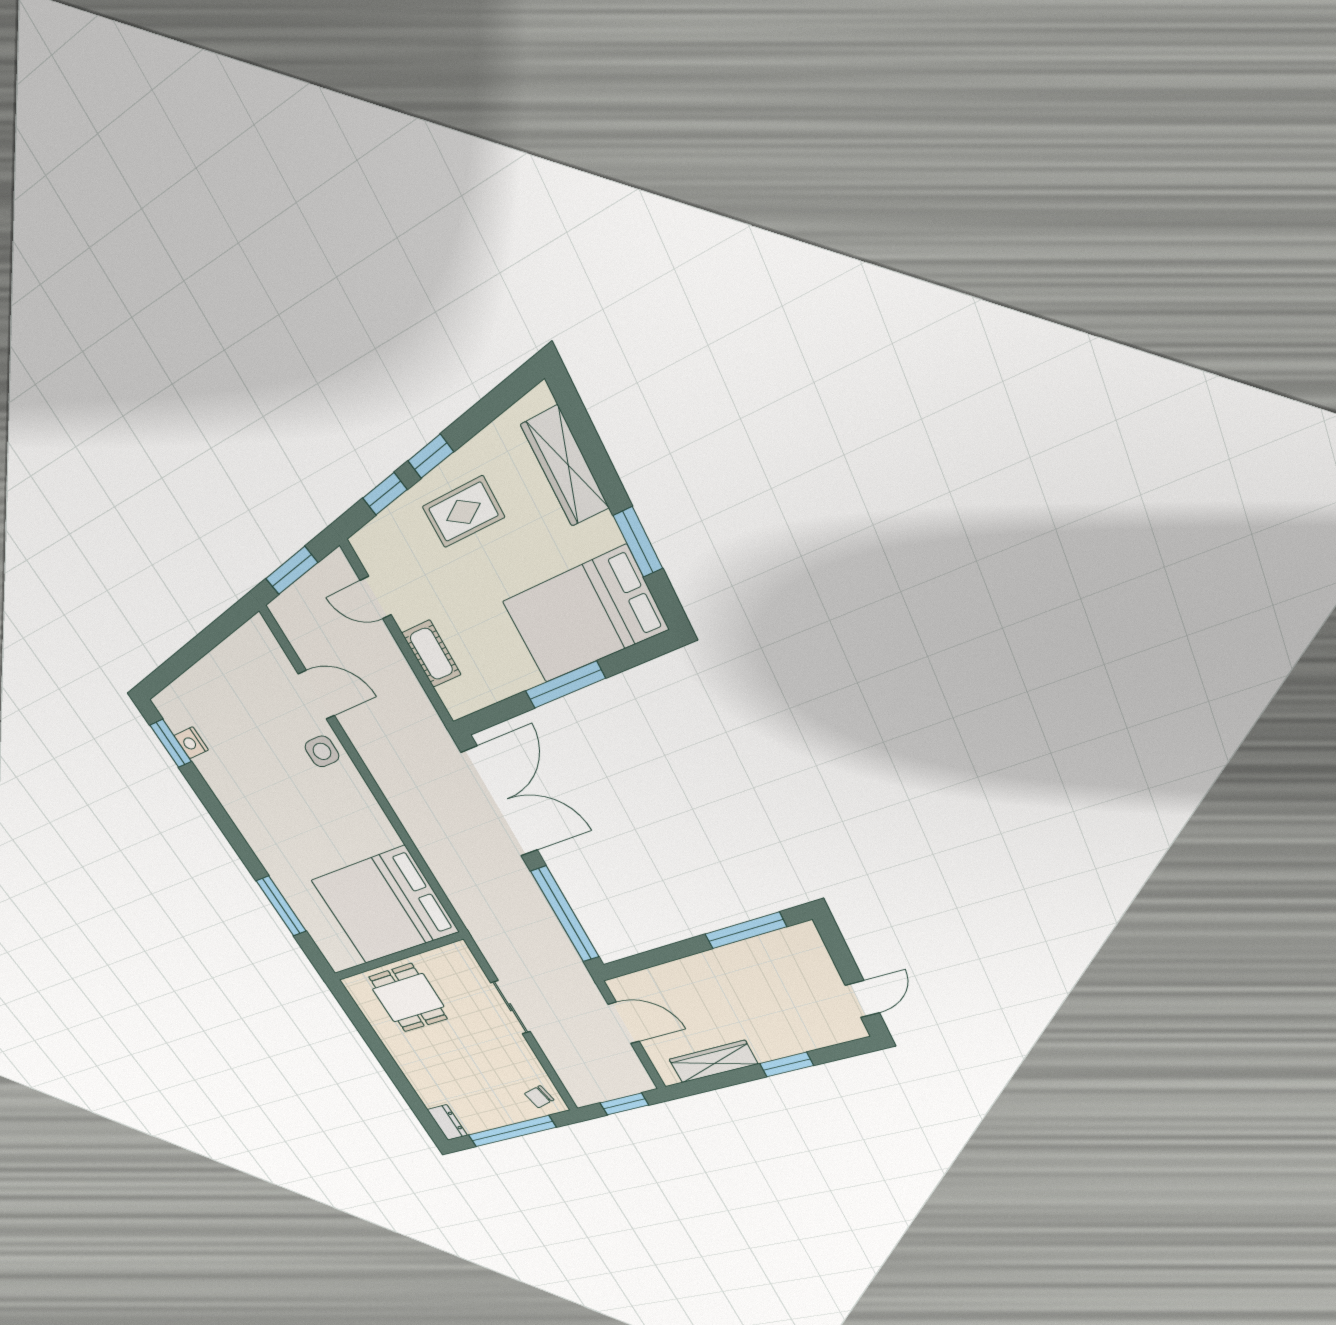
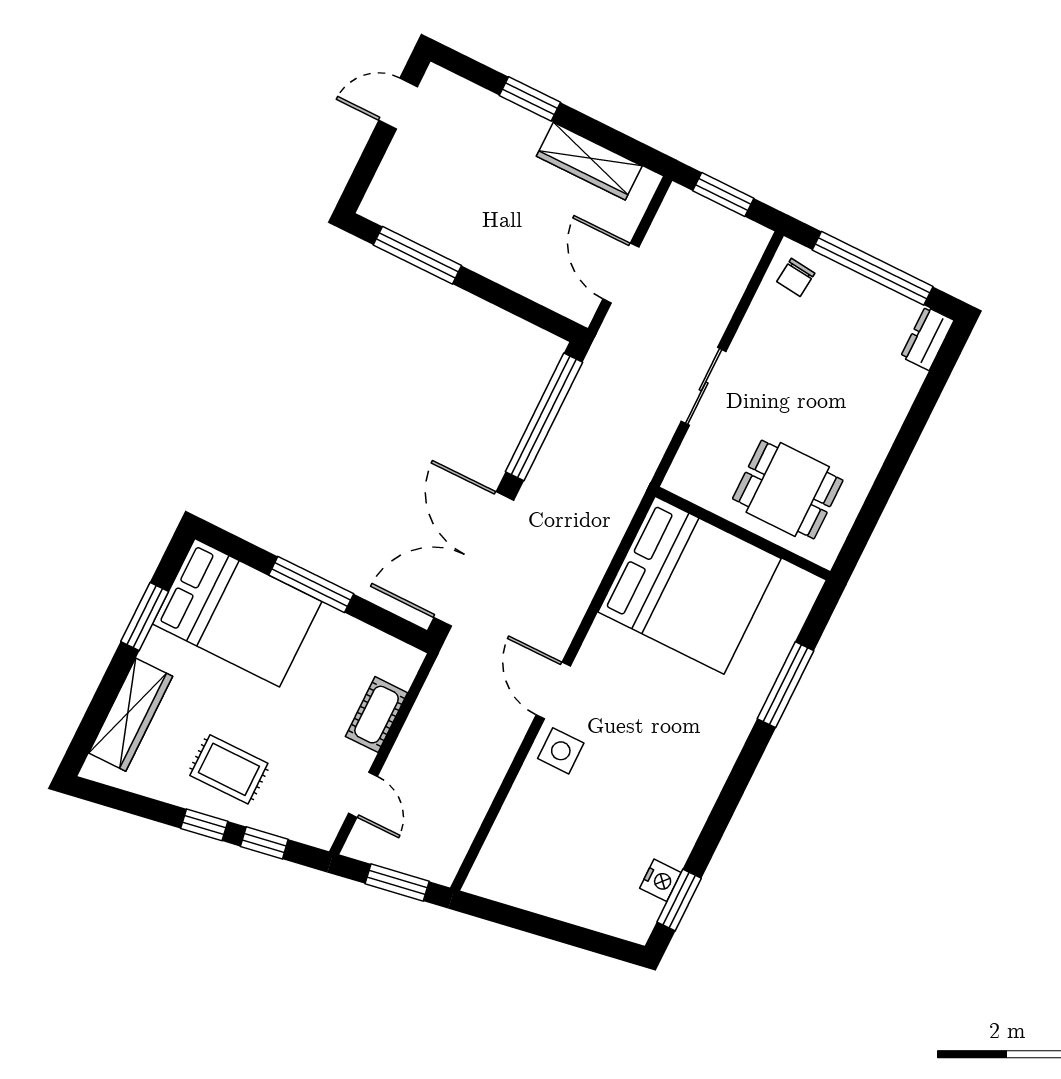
door: (316, 695) -> (553, 691), moved
dining table: (408, 998) -> (788, 489), turned 90
chair: (539, 1097) -> (796, 277), turned 109

